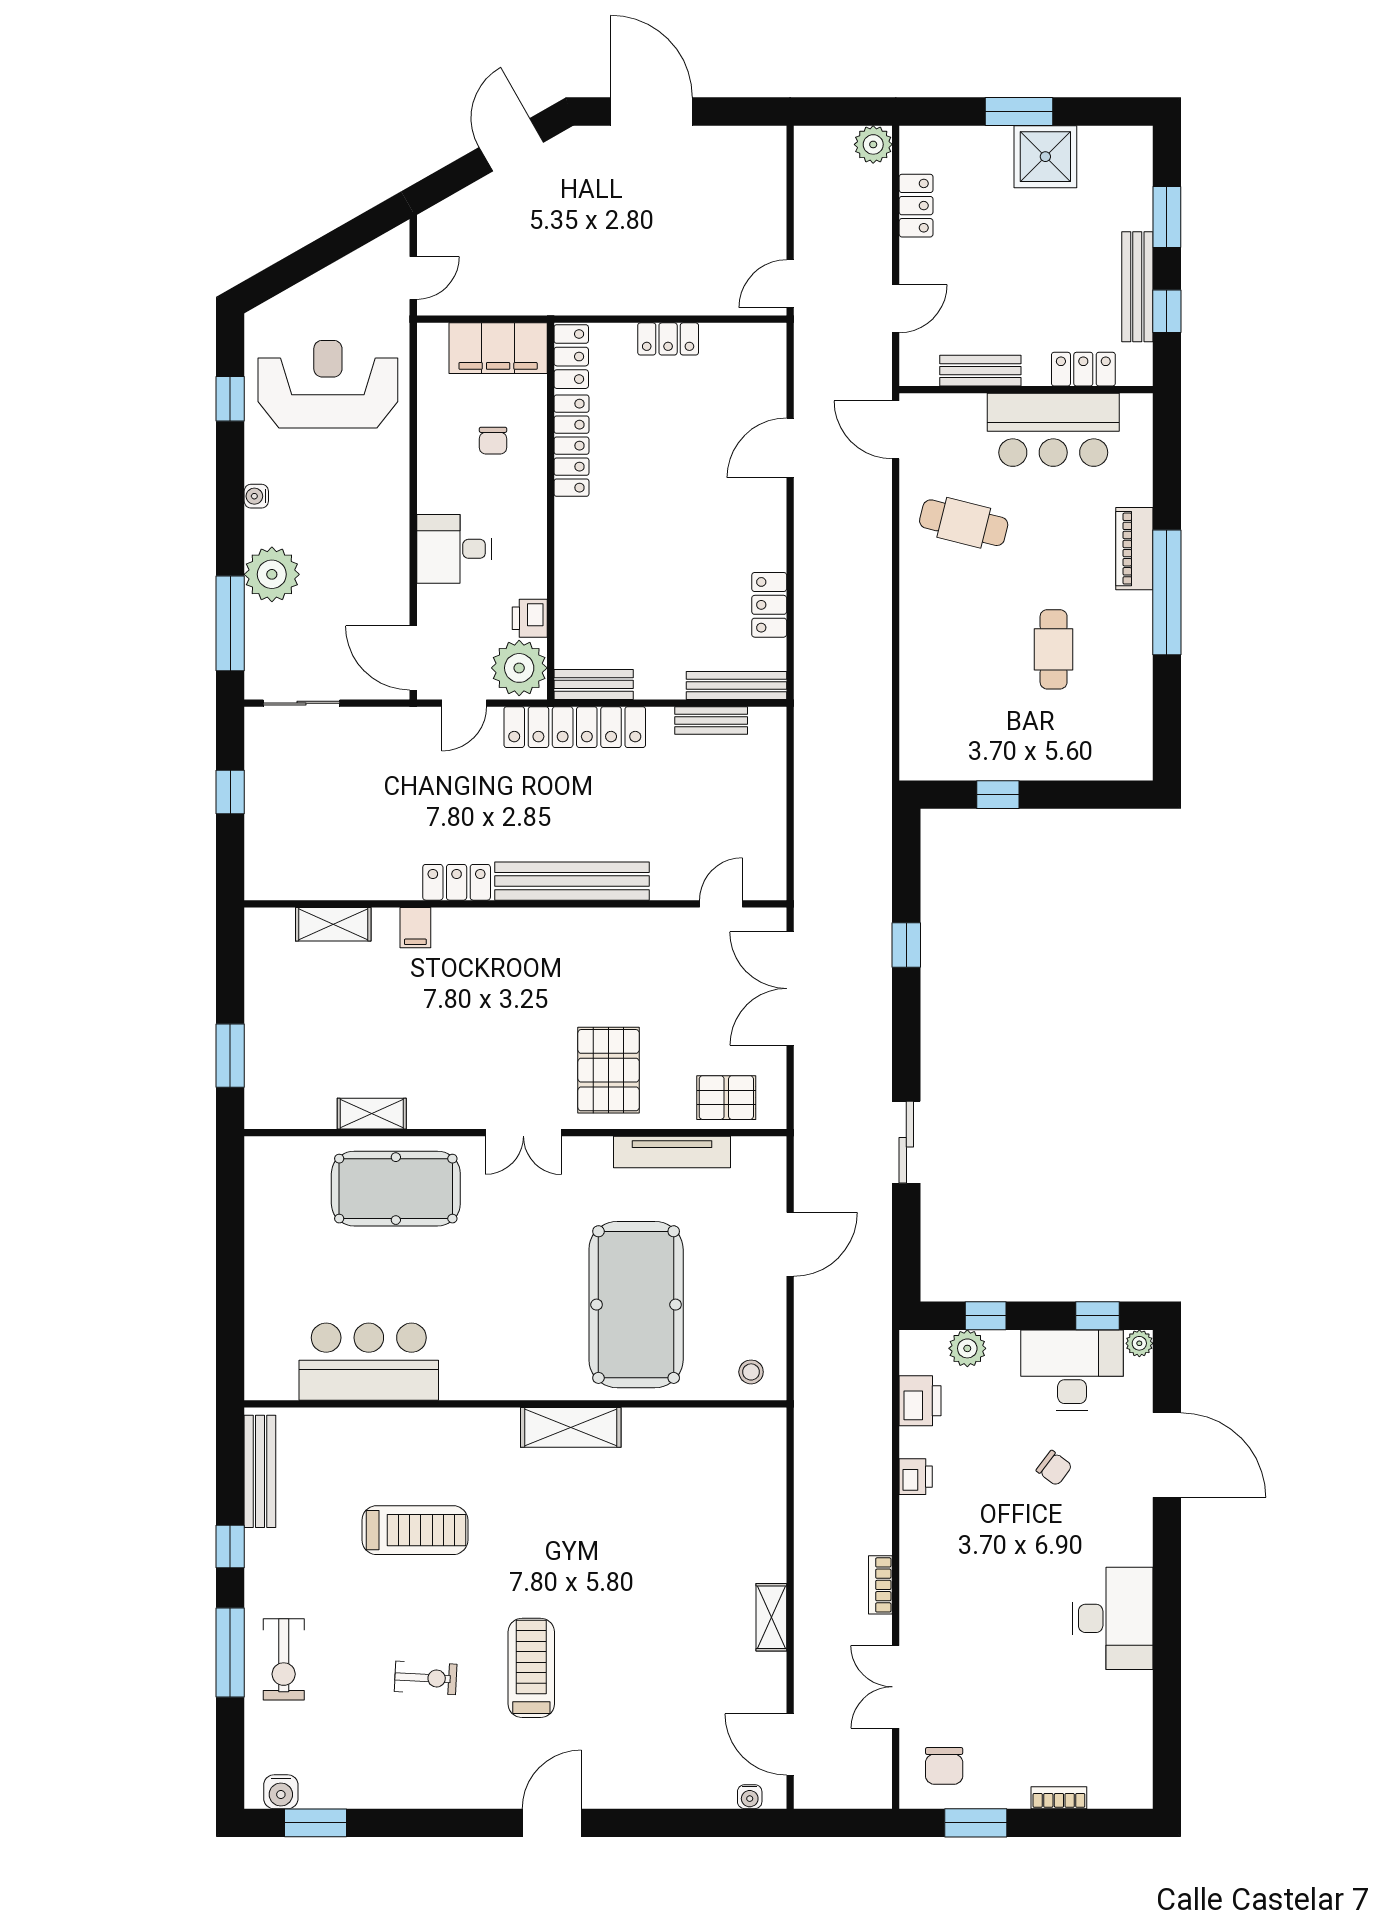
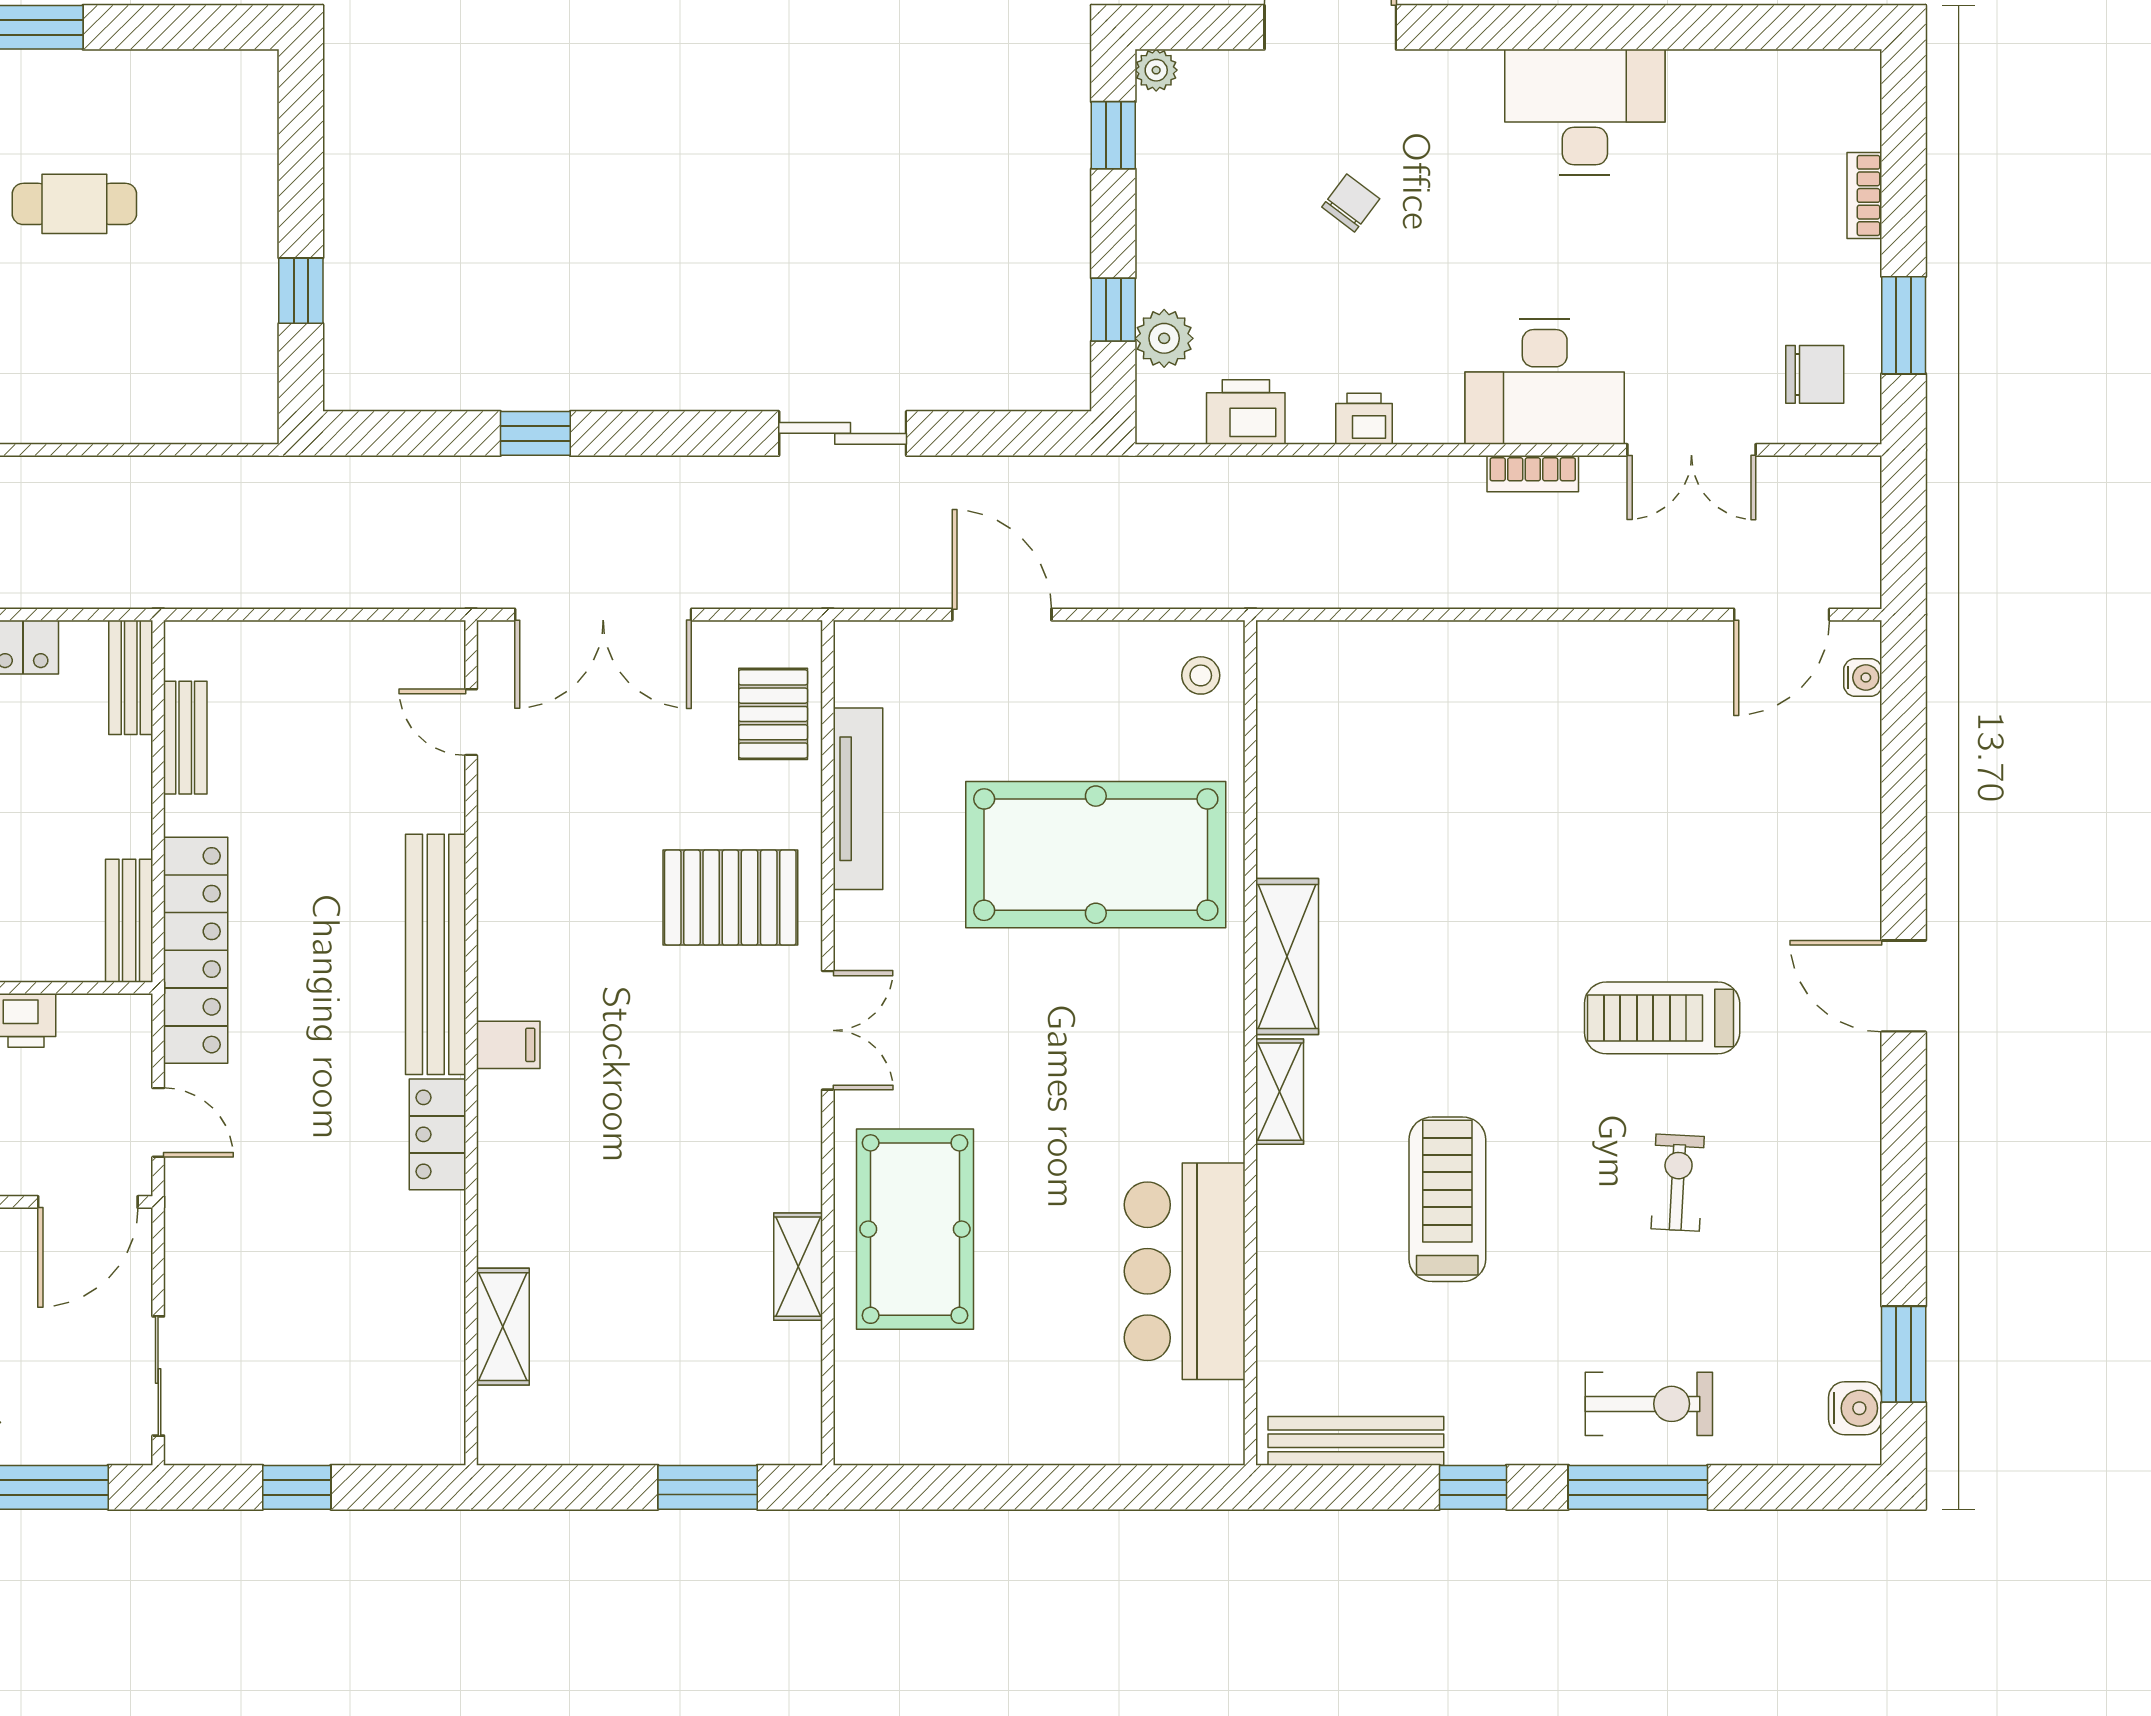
plant: (519, 668) -> (104, 1037), removed
bench: (736, 685) -> (131, 677), width x0.73
filing cabinet: (415, 928) -> (508, 1045), moved
desk: (1072, 1370) -> (1545, 382), moved, turned -90
shelving: (771, 1617) -> (1280, 1092), moved, turned 90

